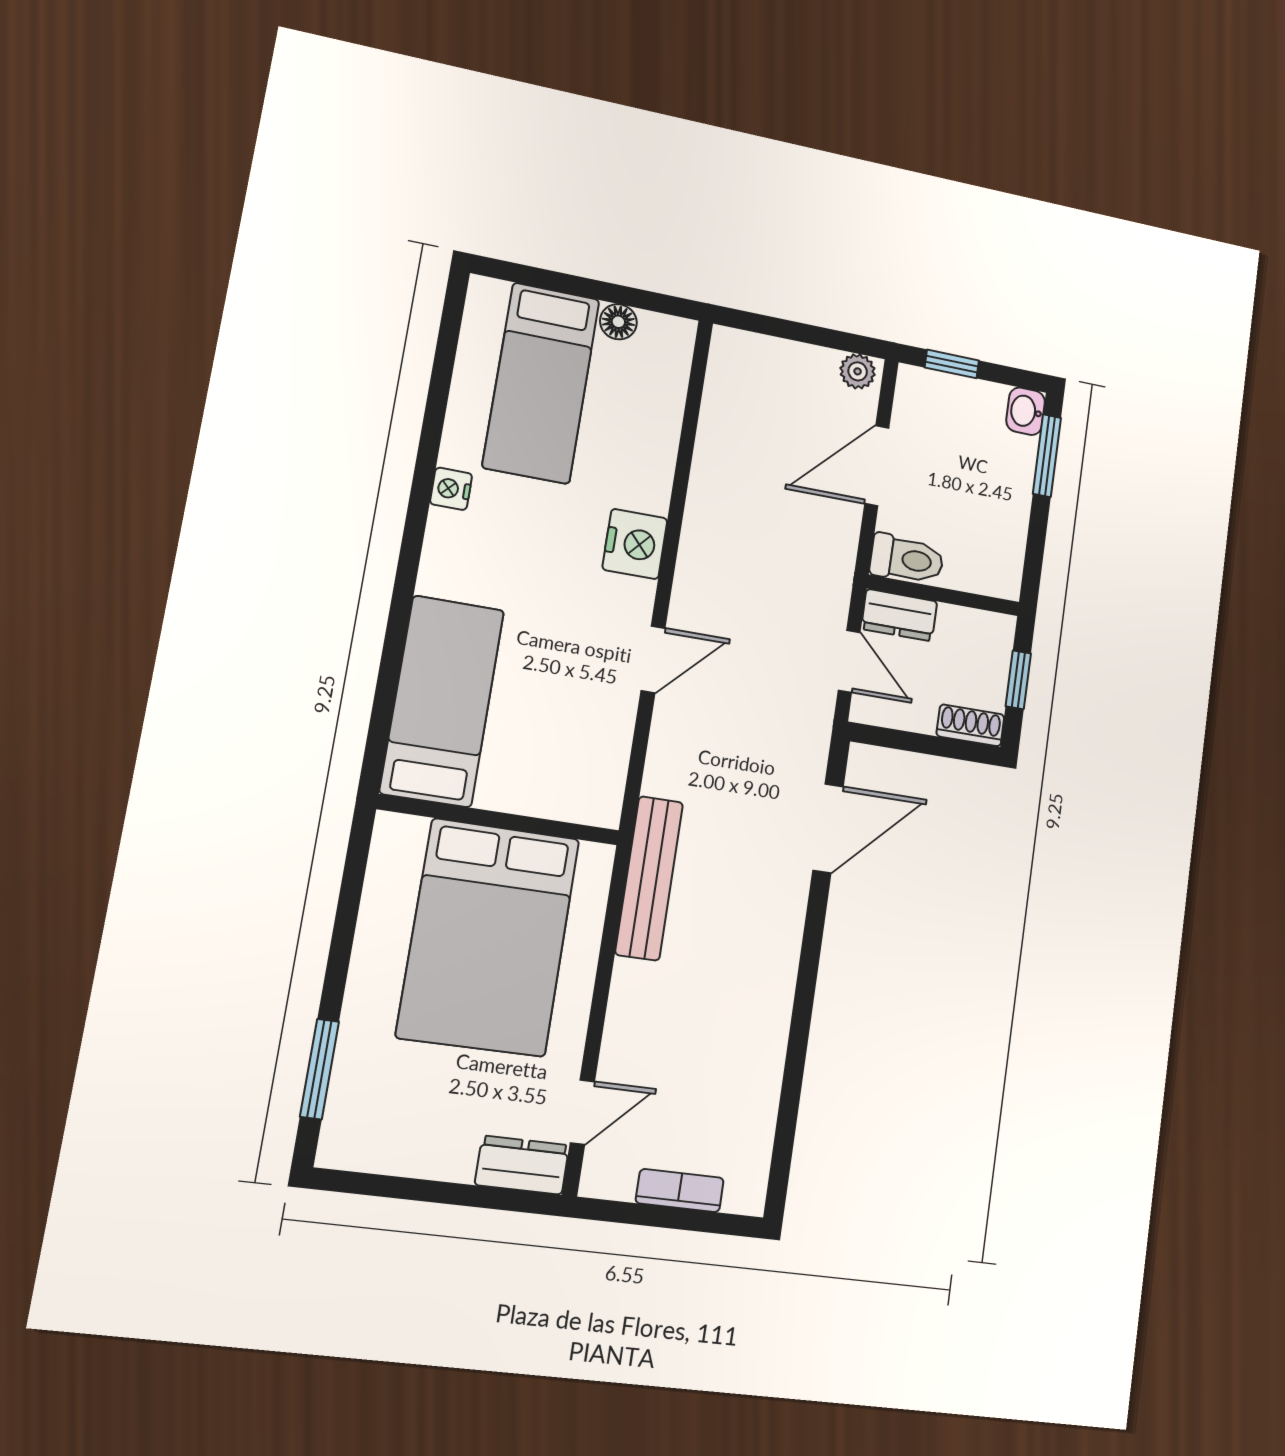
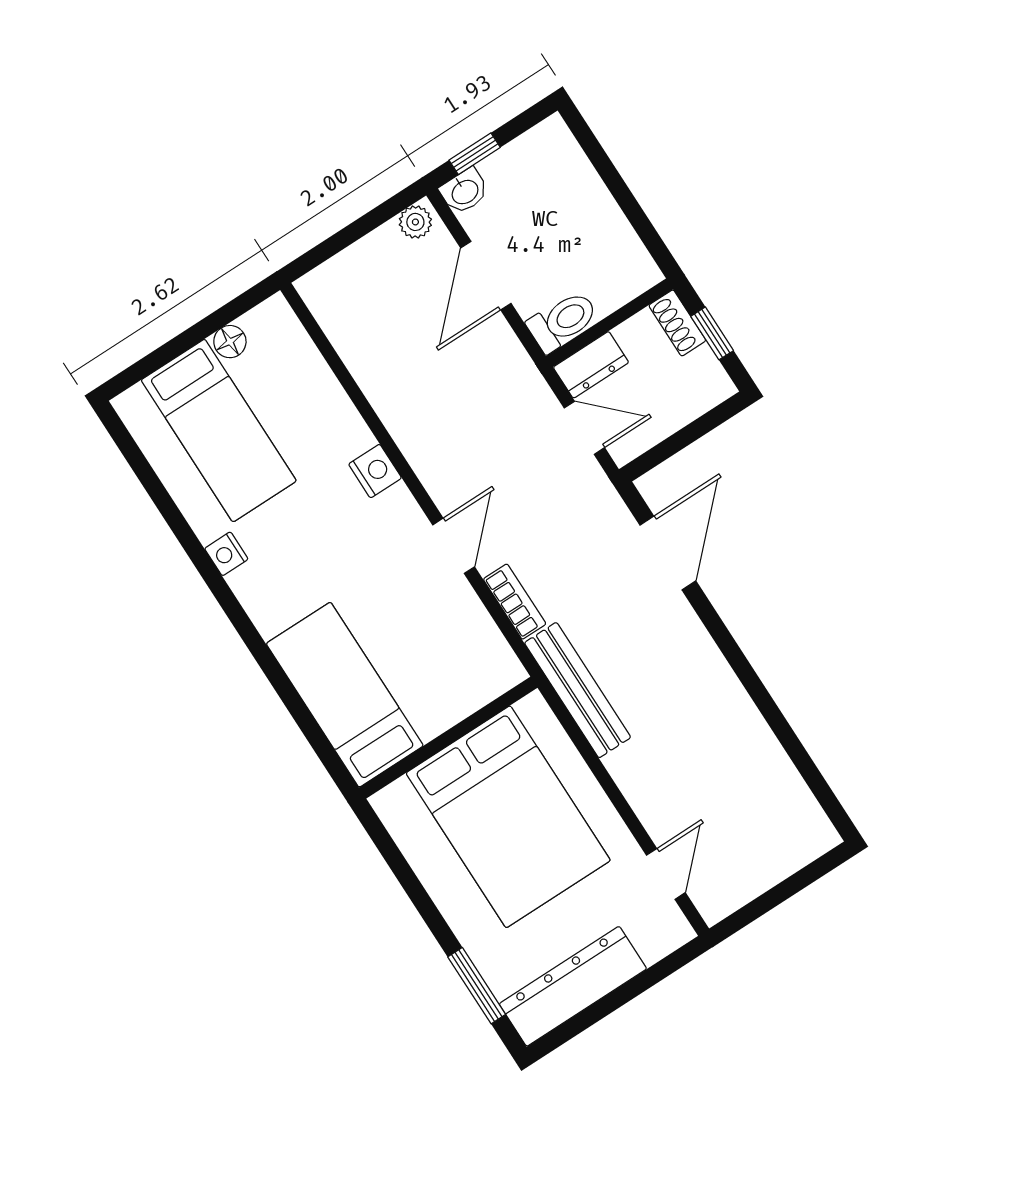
washbasin: (1026, 411) -> (464, 191), moved, turned -90
window: (1047, 456) -> (597, 155), removed
nightstand: (635, 544) -> (375, 471), width x0.74, depth x0.75
shoe rack: (970, 725) -> (677, 323), moved, turned -90
dresser: (522, 1165) -> (573, 986), moved, width x1.96, depth x1.24
bookcase: (680, 1191) -> (515, 602), moved, turned 90

